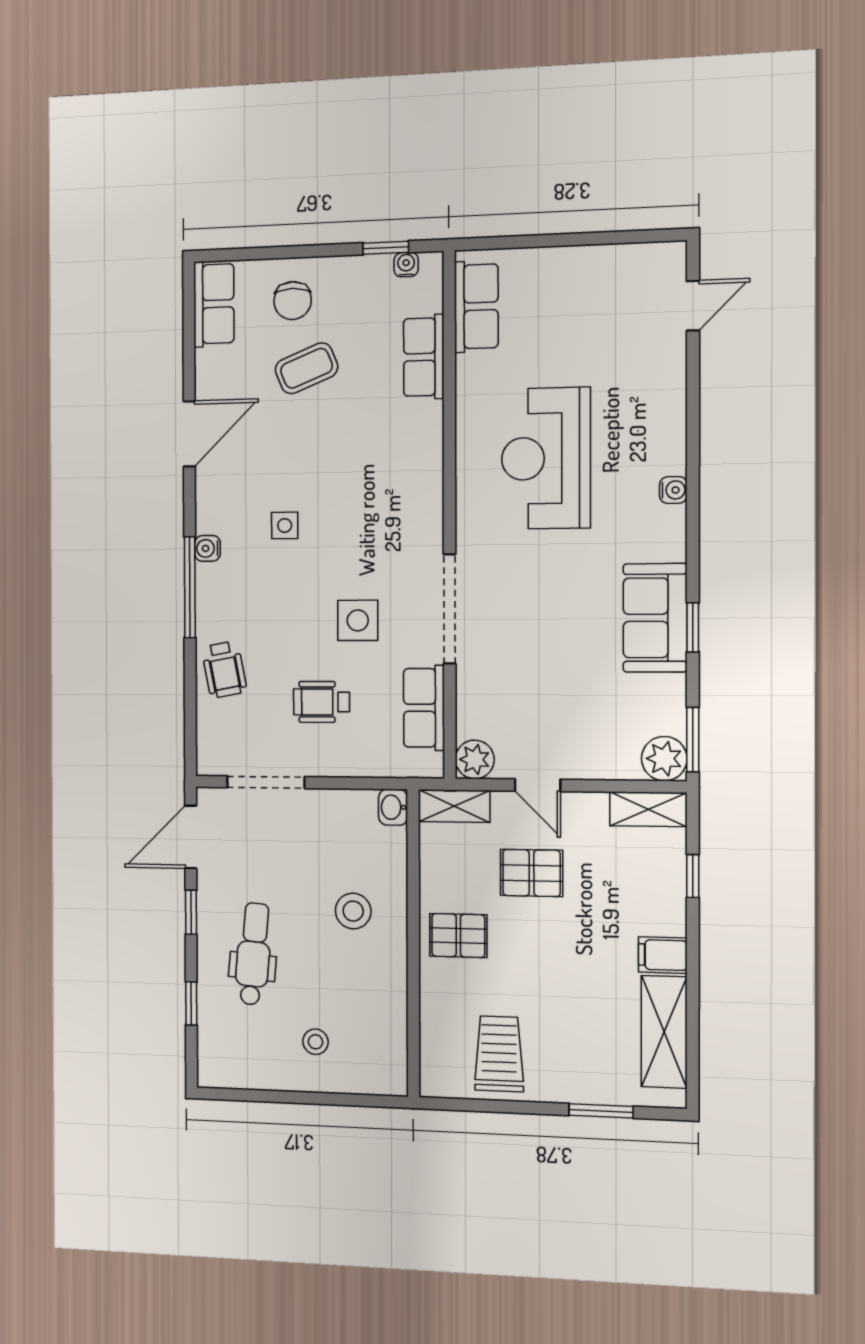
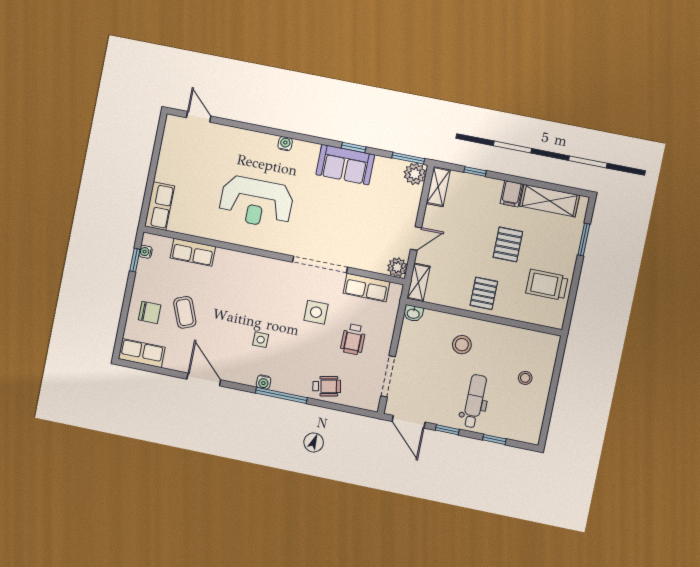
row of seats: (476, 306) -> (159, 206), moved, turned 90
pallet: (532, 873) -> (508, 244), moved
dental chair: (253, 954) -> (475, 401), turned 85

